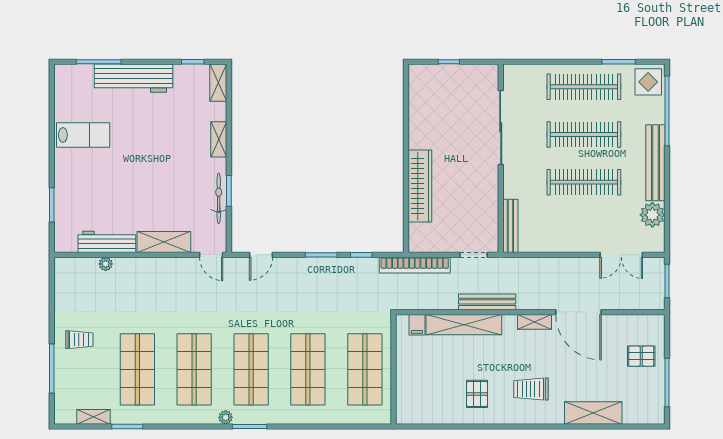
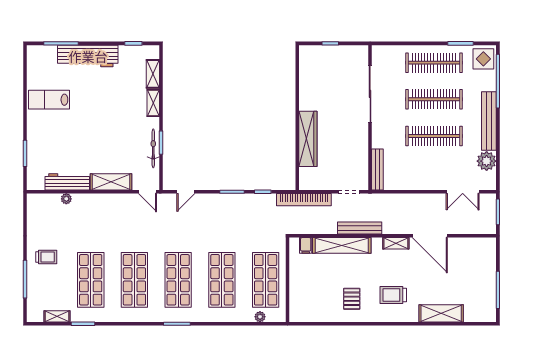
shelving: (218, 83) -> (153, 74), moved
lab bench: (83, 135) -> (49, 100), turned 180
pallet: (641, 356) -> (478, 270), removed
plant: (226, 417) -> (260, 317), moved

